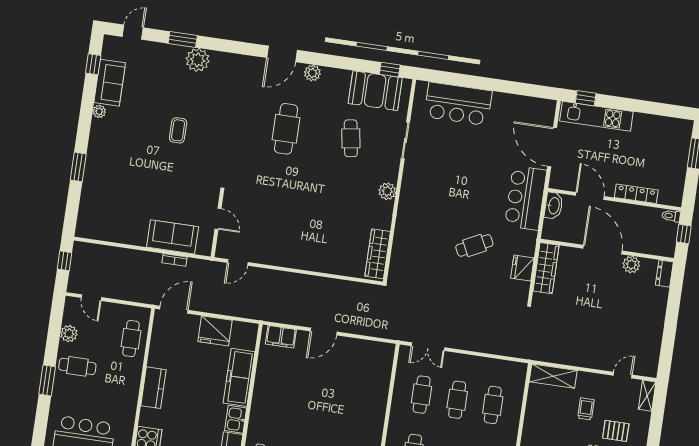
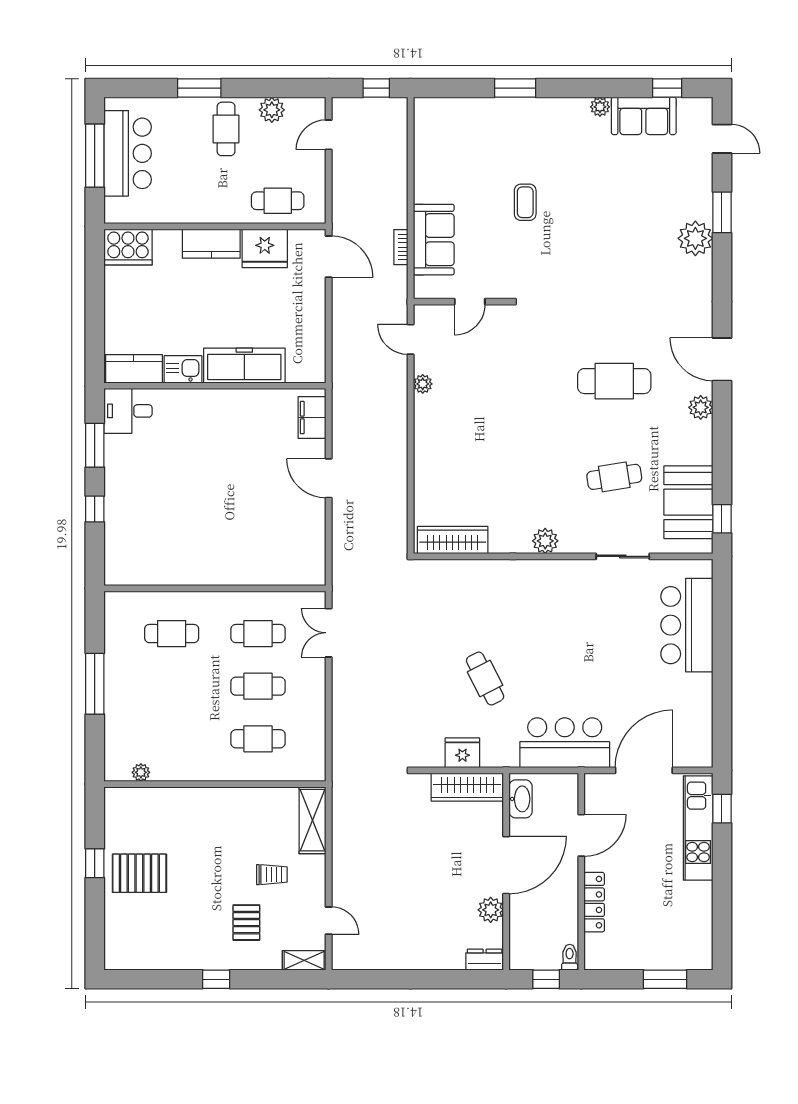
coffee table: (178, 130) -> (525, 202), moved, turned 90
washbasin: (554, 206) -> (521, 799), moved, turned -90
plant: (269, 259) -> (423, 384), added
fridge: (215, 331) -> (265, 248), moved, turned -90

